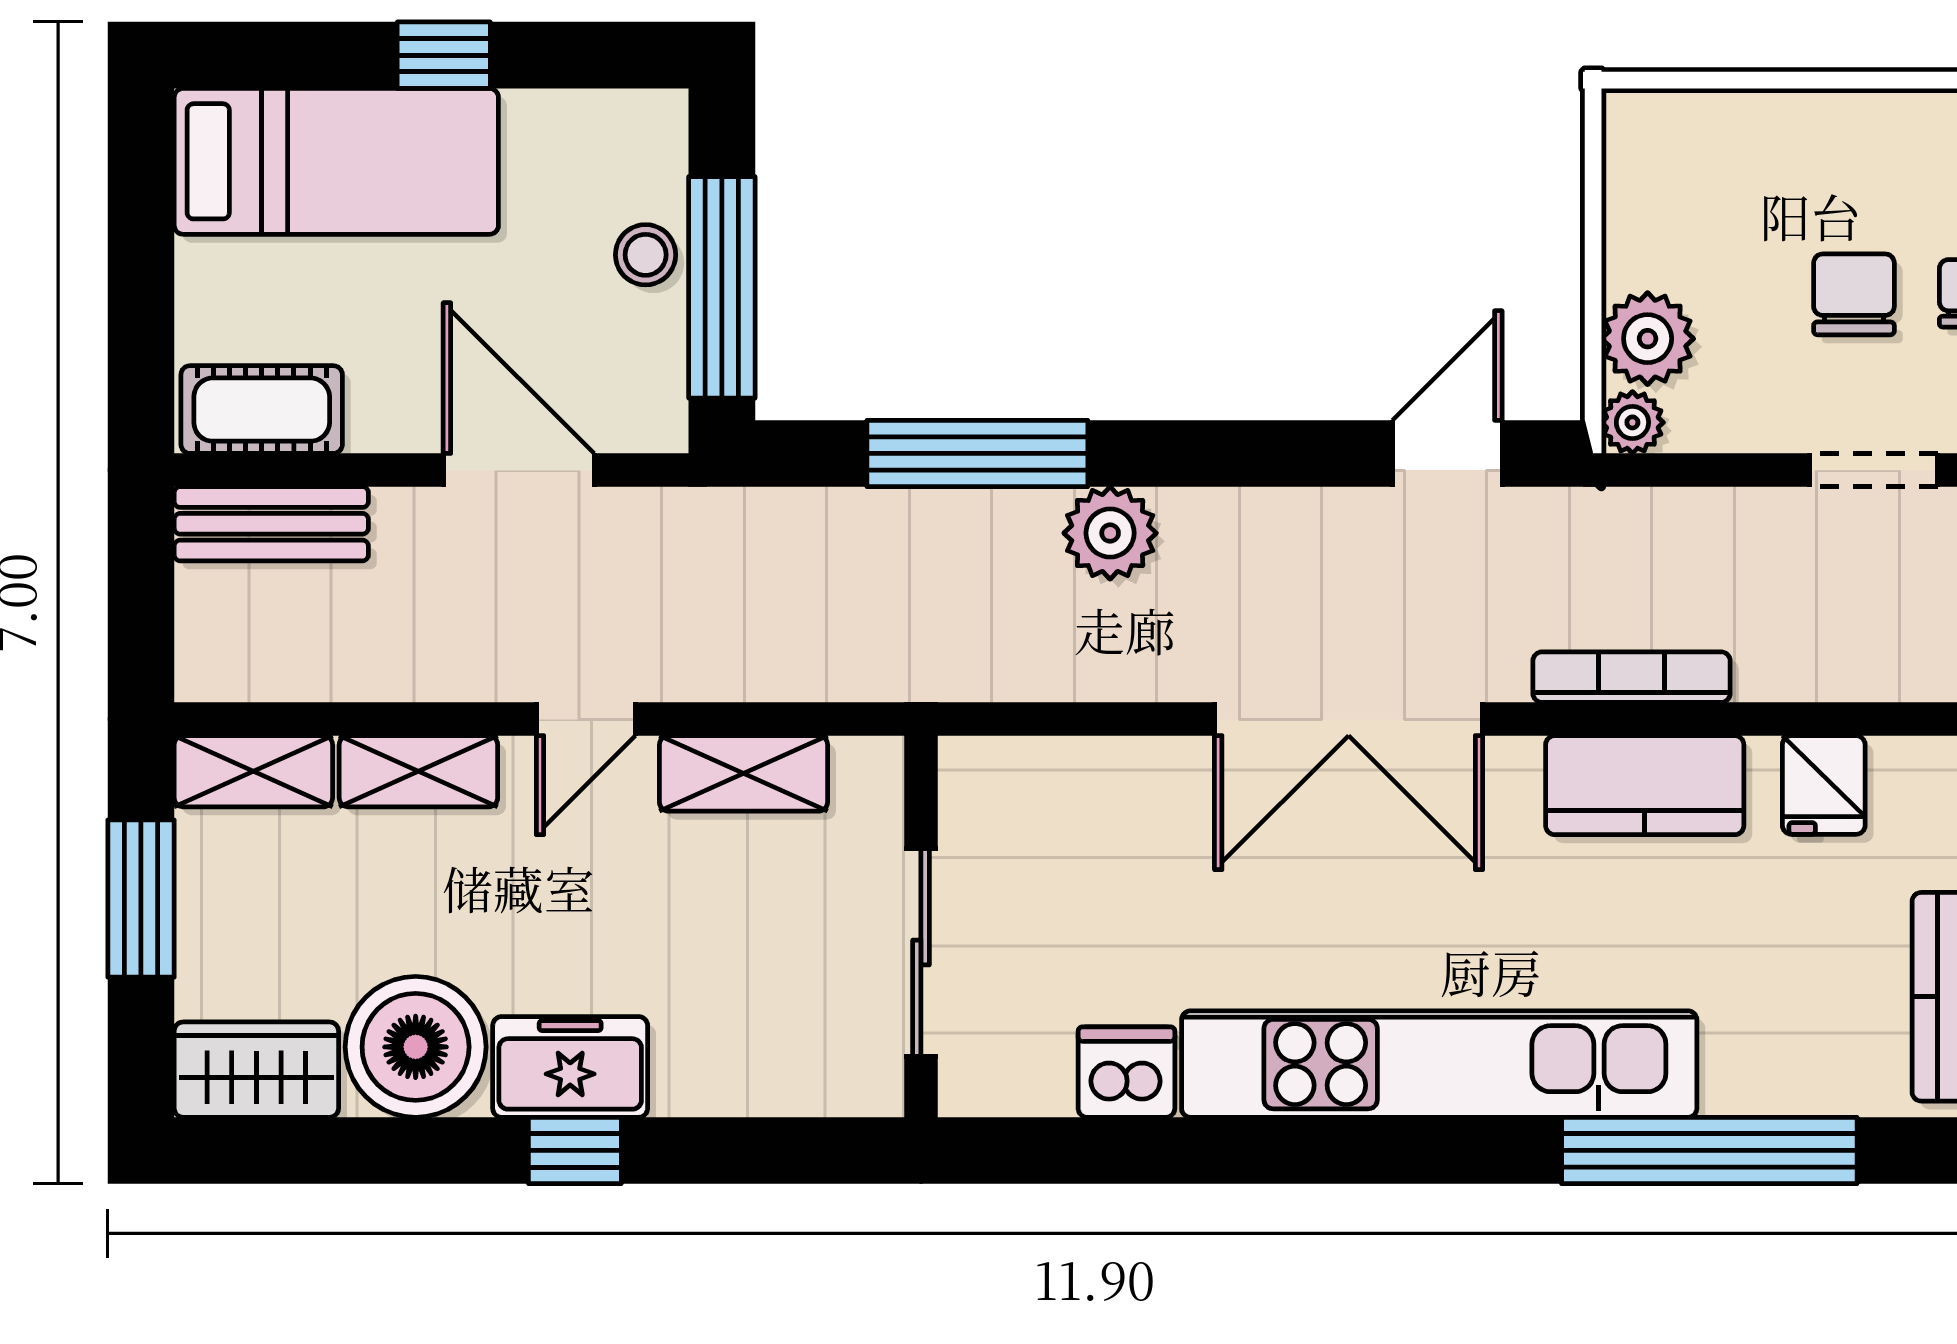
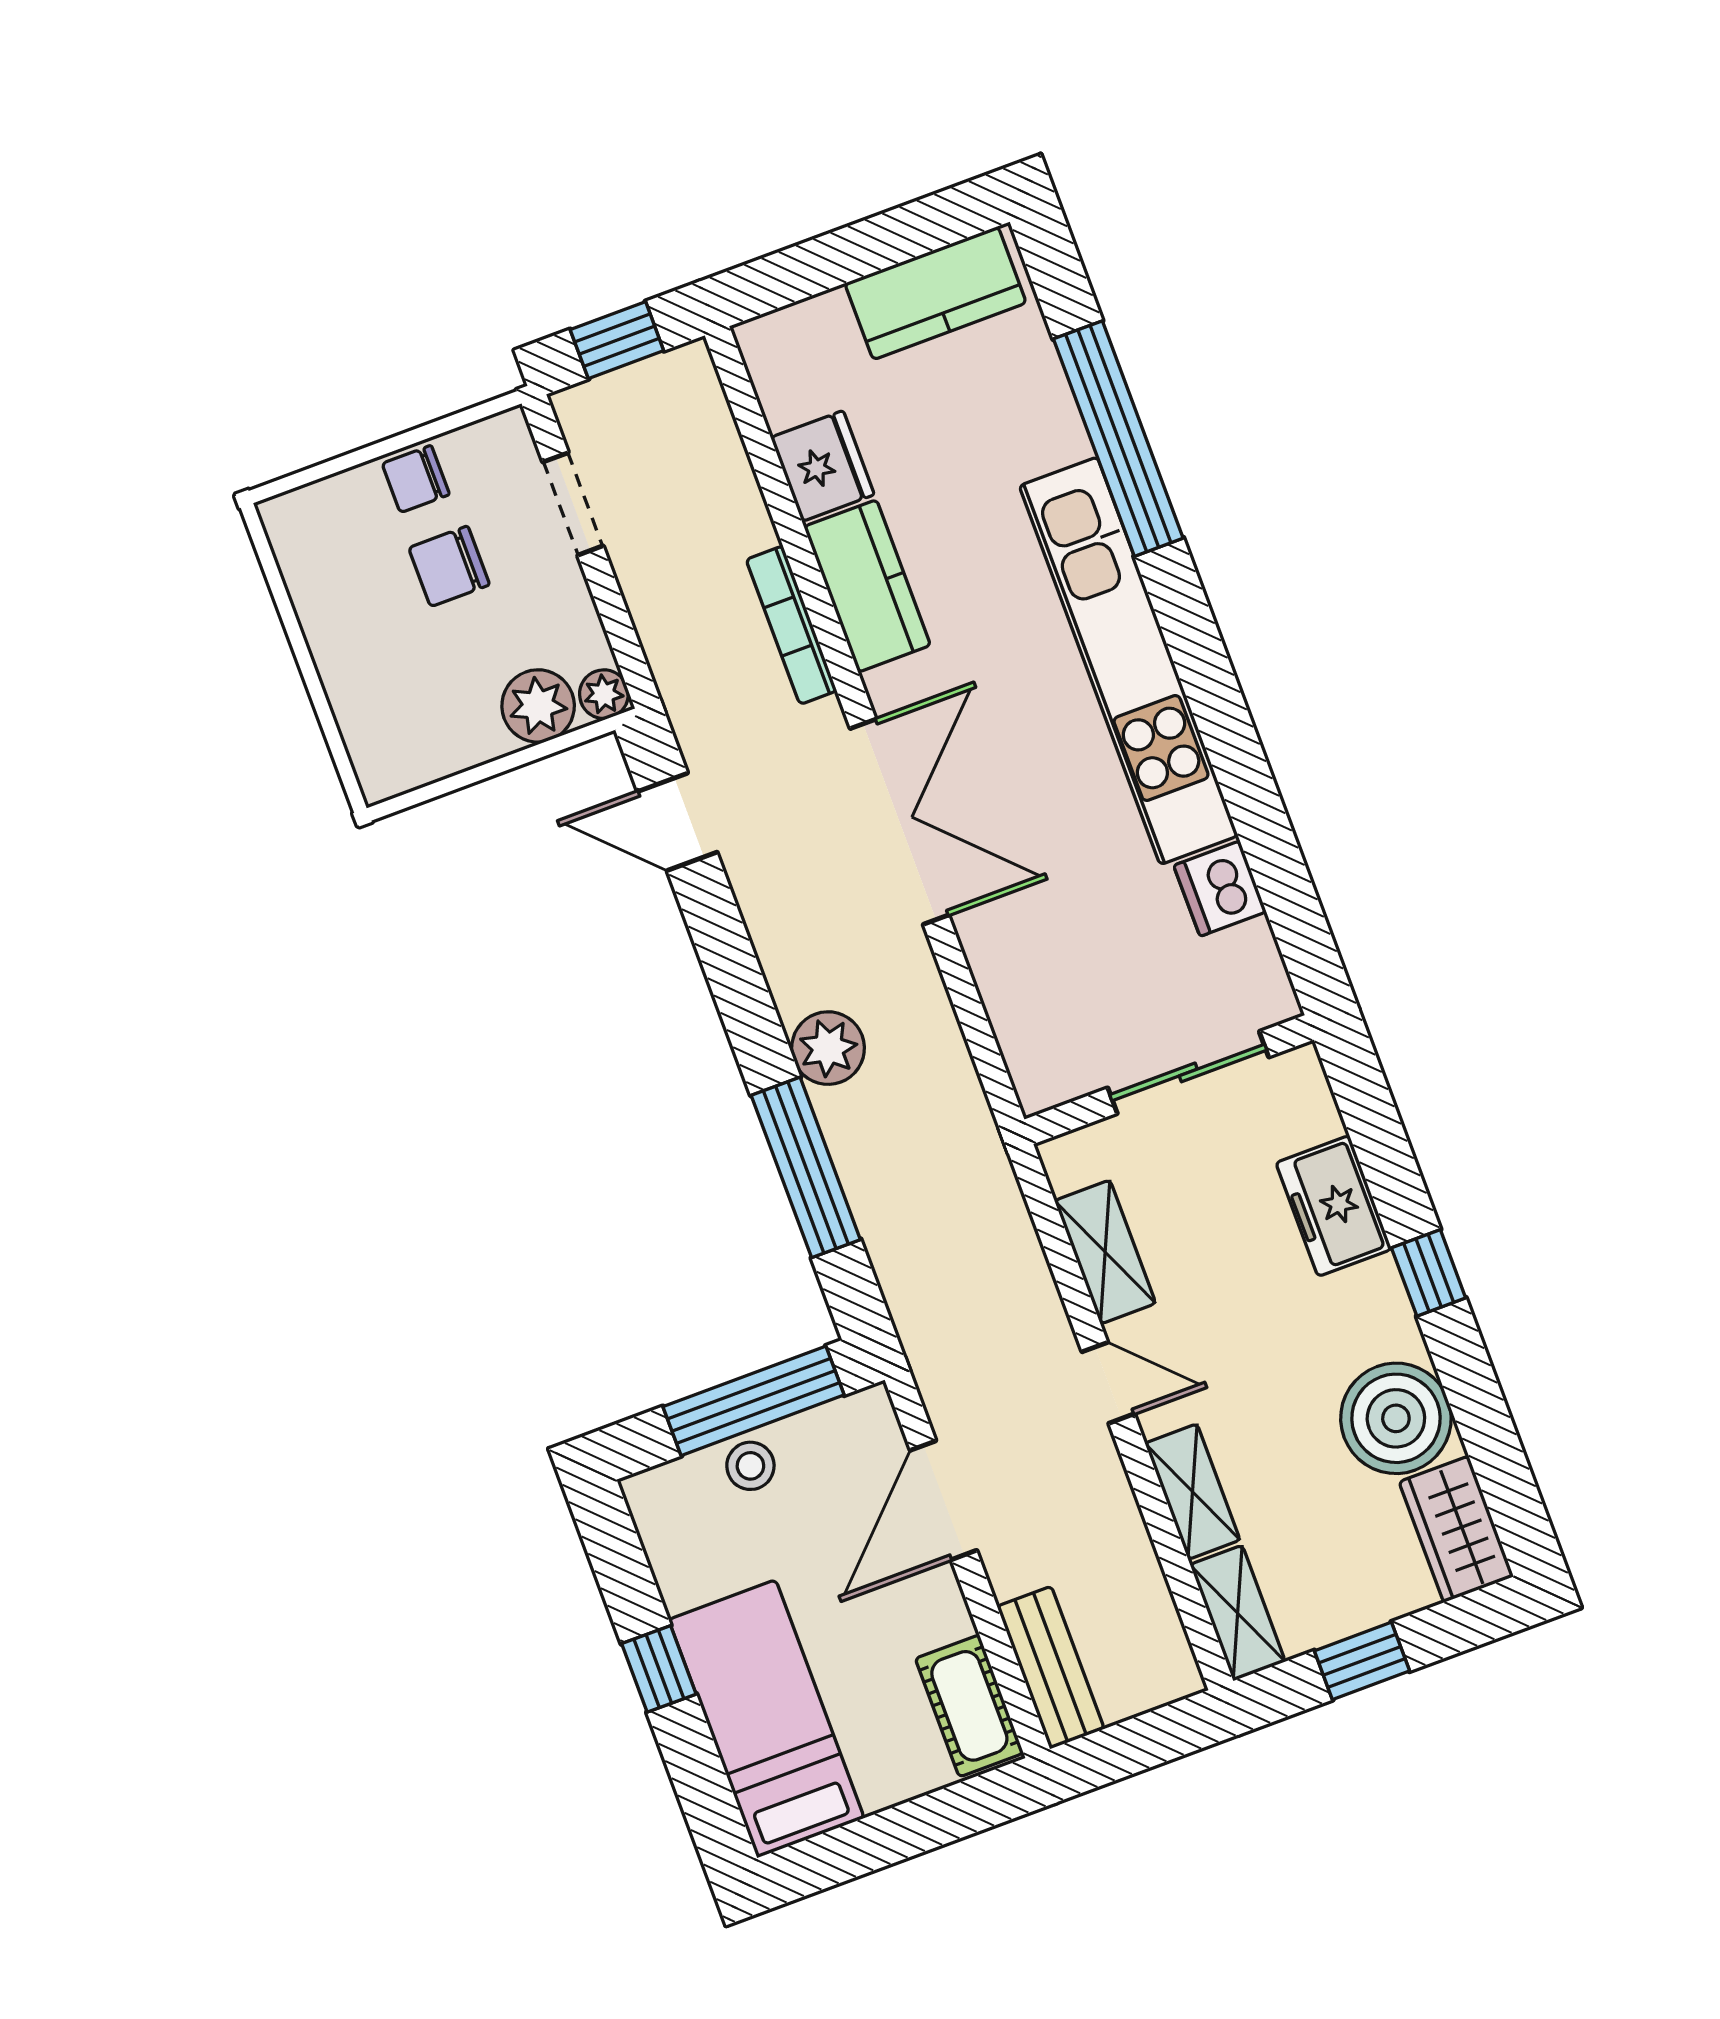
fridge: (1824, 785) -> (823, 466), width x1.38
window: (141, 899) -> (1362, 1661), width x0.67
freezer: (570, 1067) -> (1334, 1206), moved

